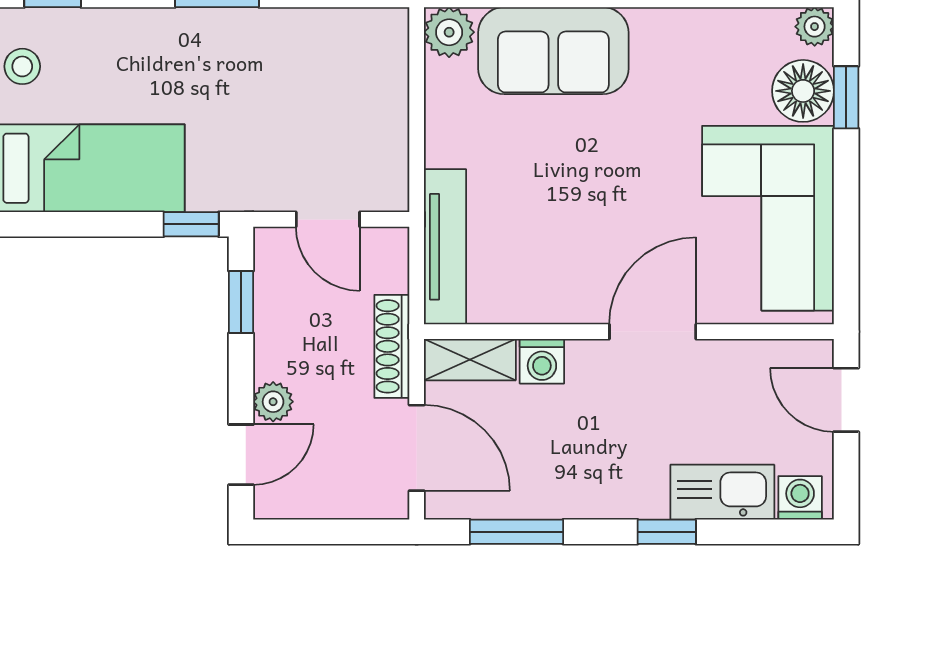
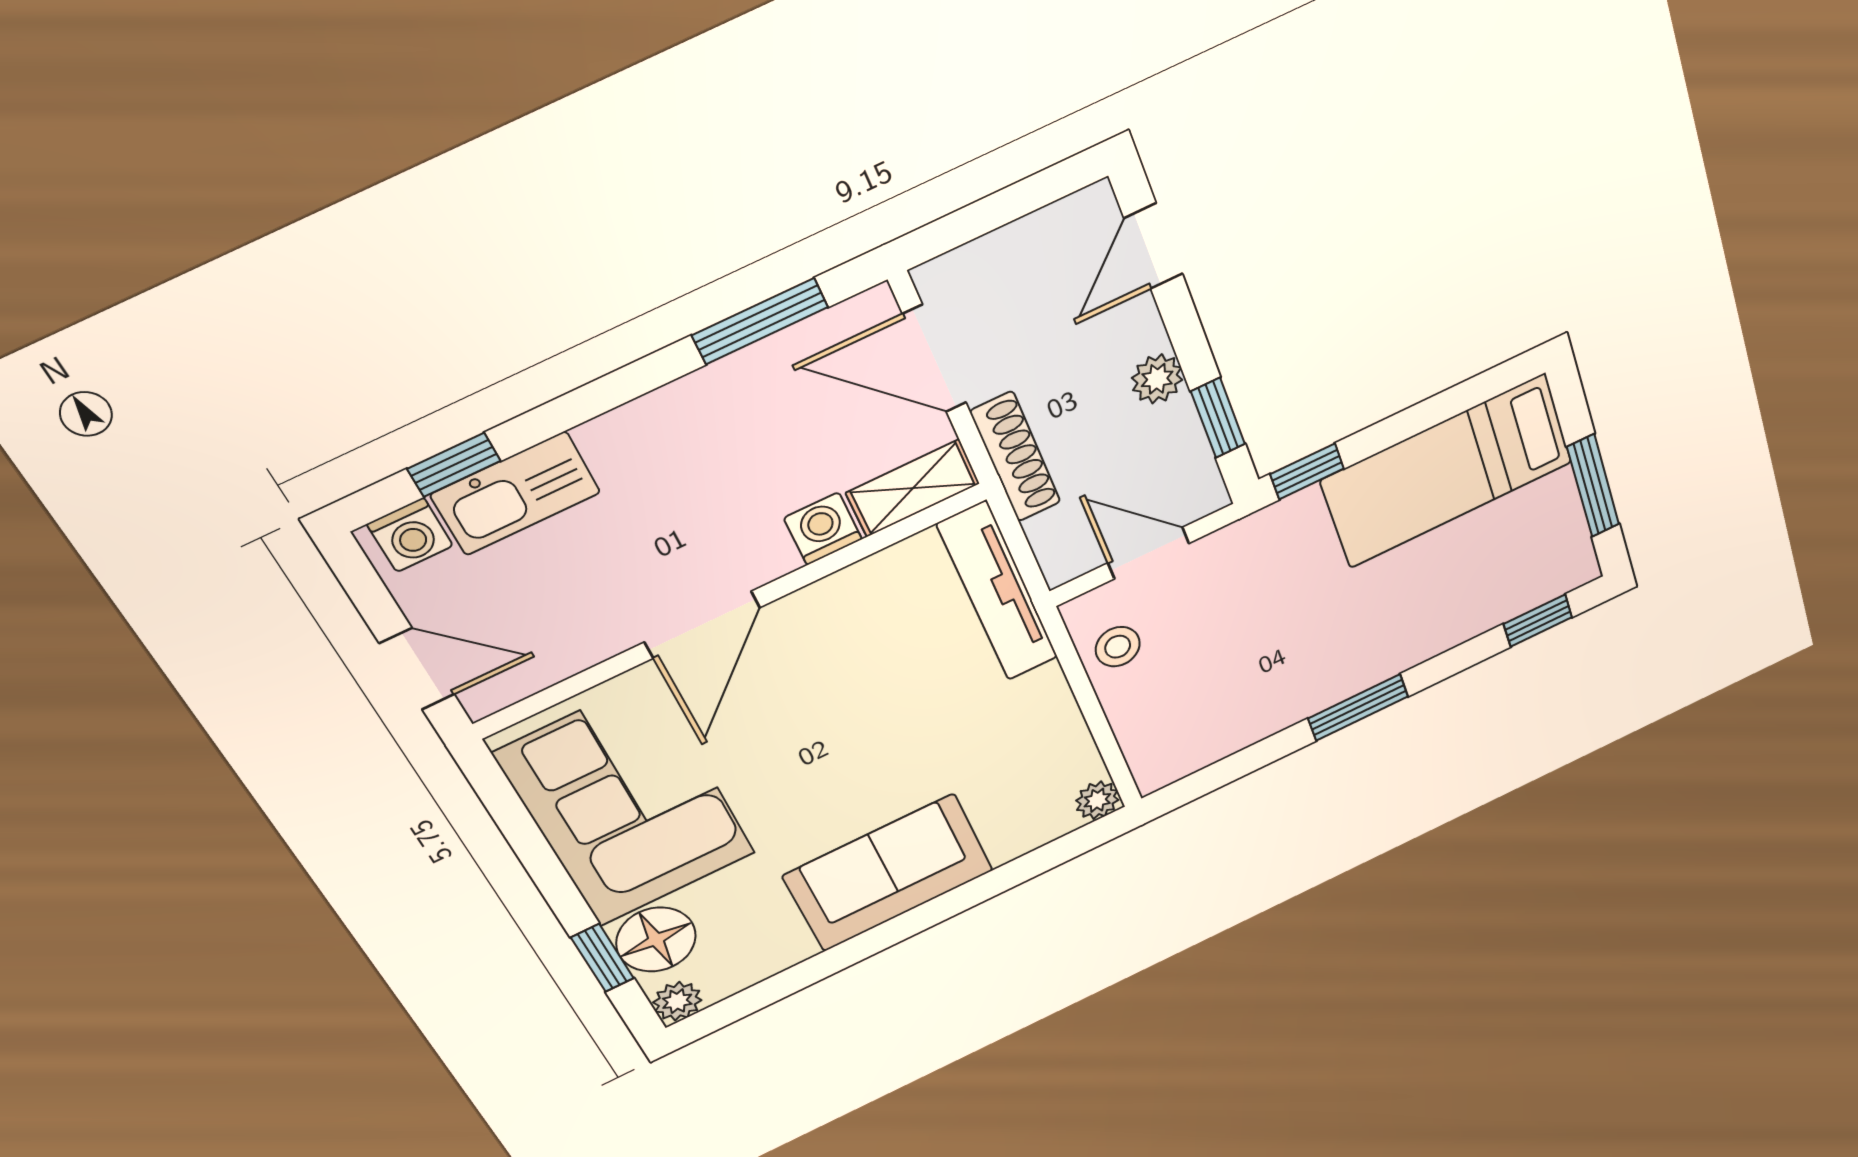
plant: (449, 32) -> (1097, 800), width x0.73, depth x0.73
sofa: (553, 51) -> (888, 873), moved
stool: (22, 66) -> (1118, 647), moved
plant: (273, 402) -> (1157, 379), moved
window: (667, 532) -> (454, 465), moved

